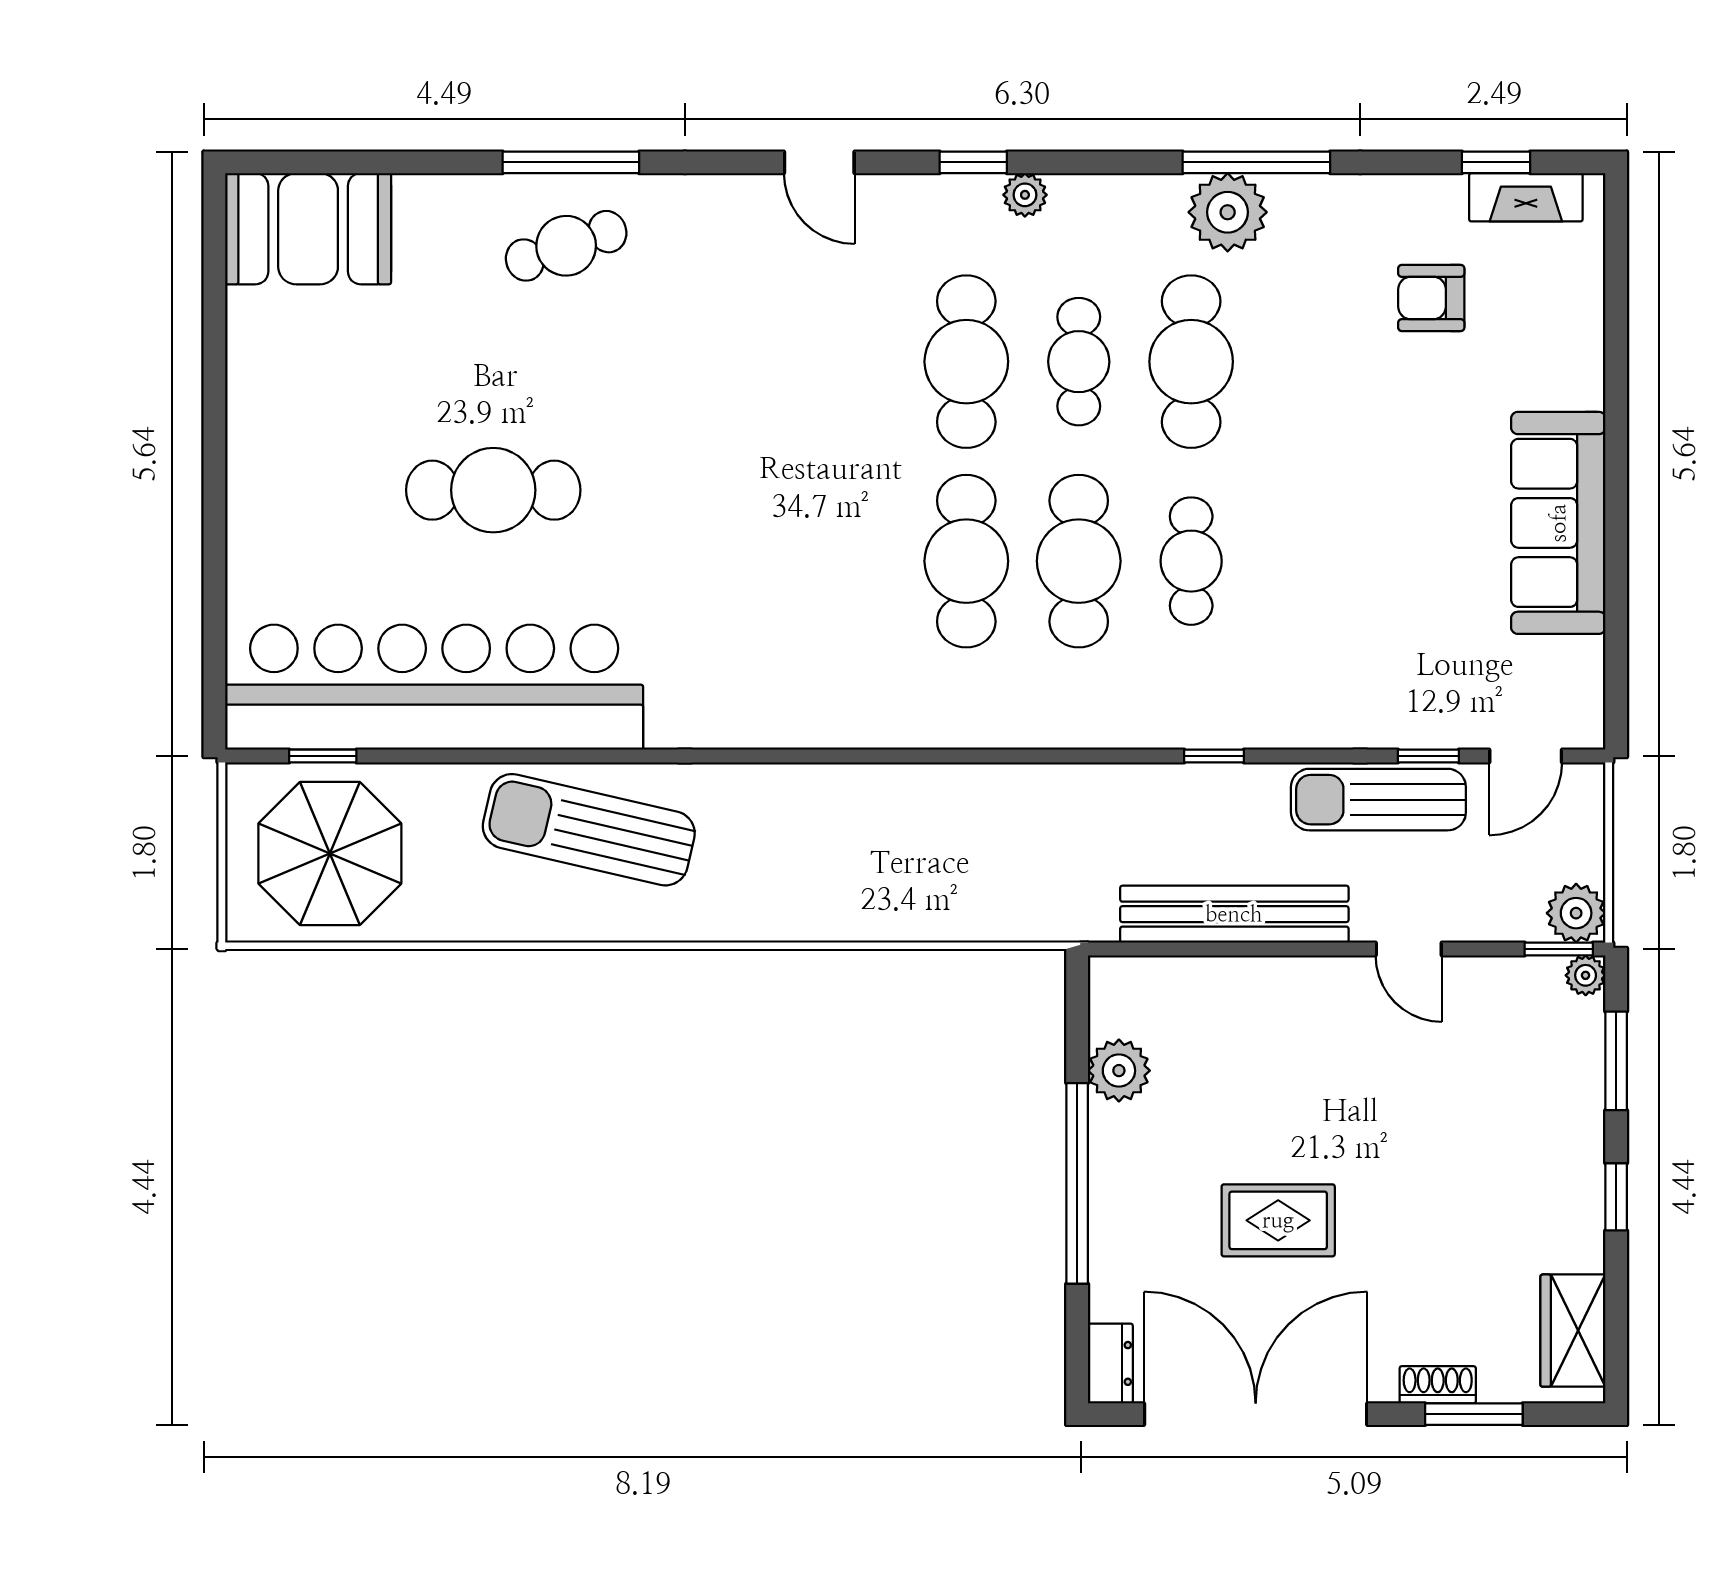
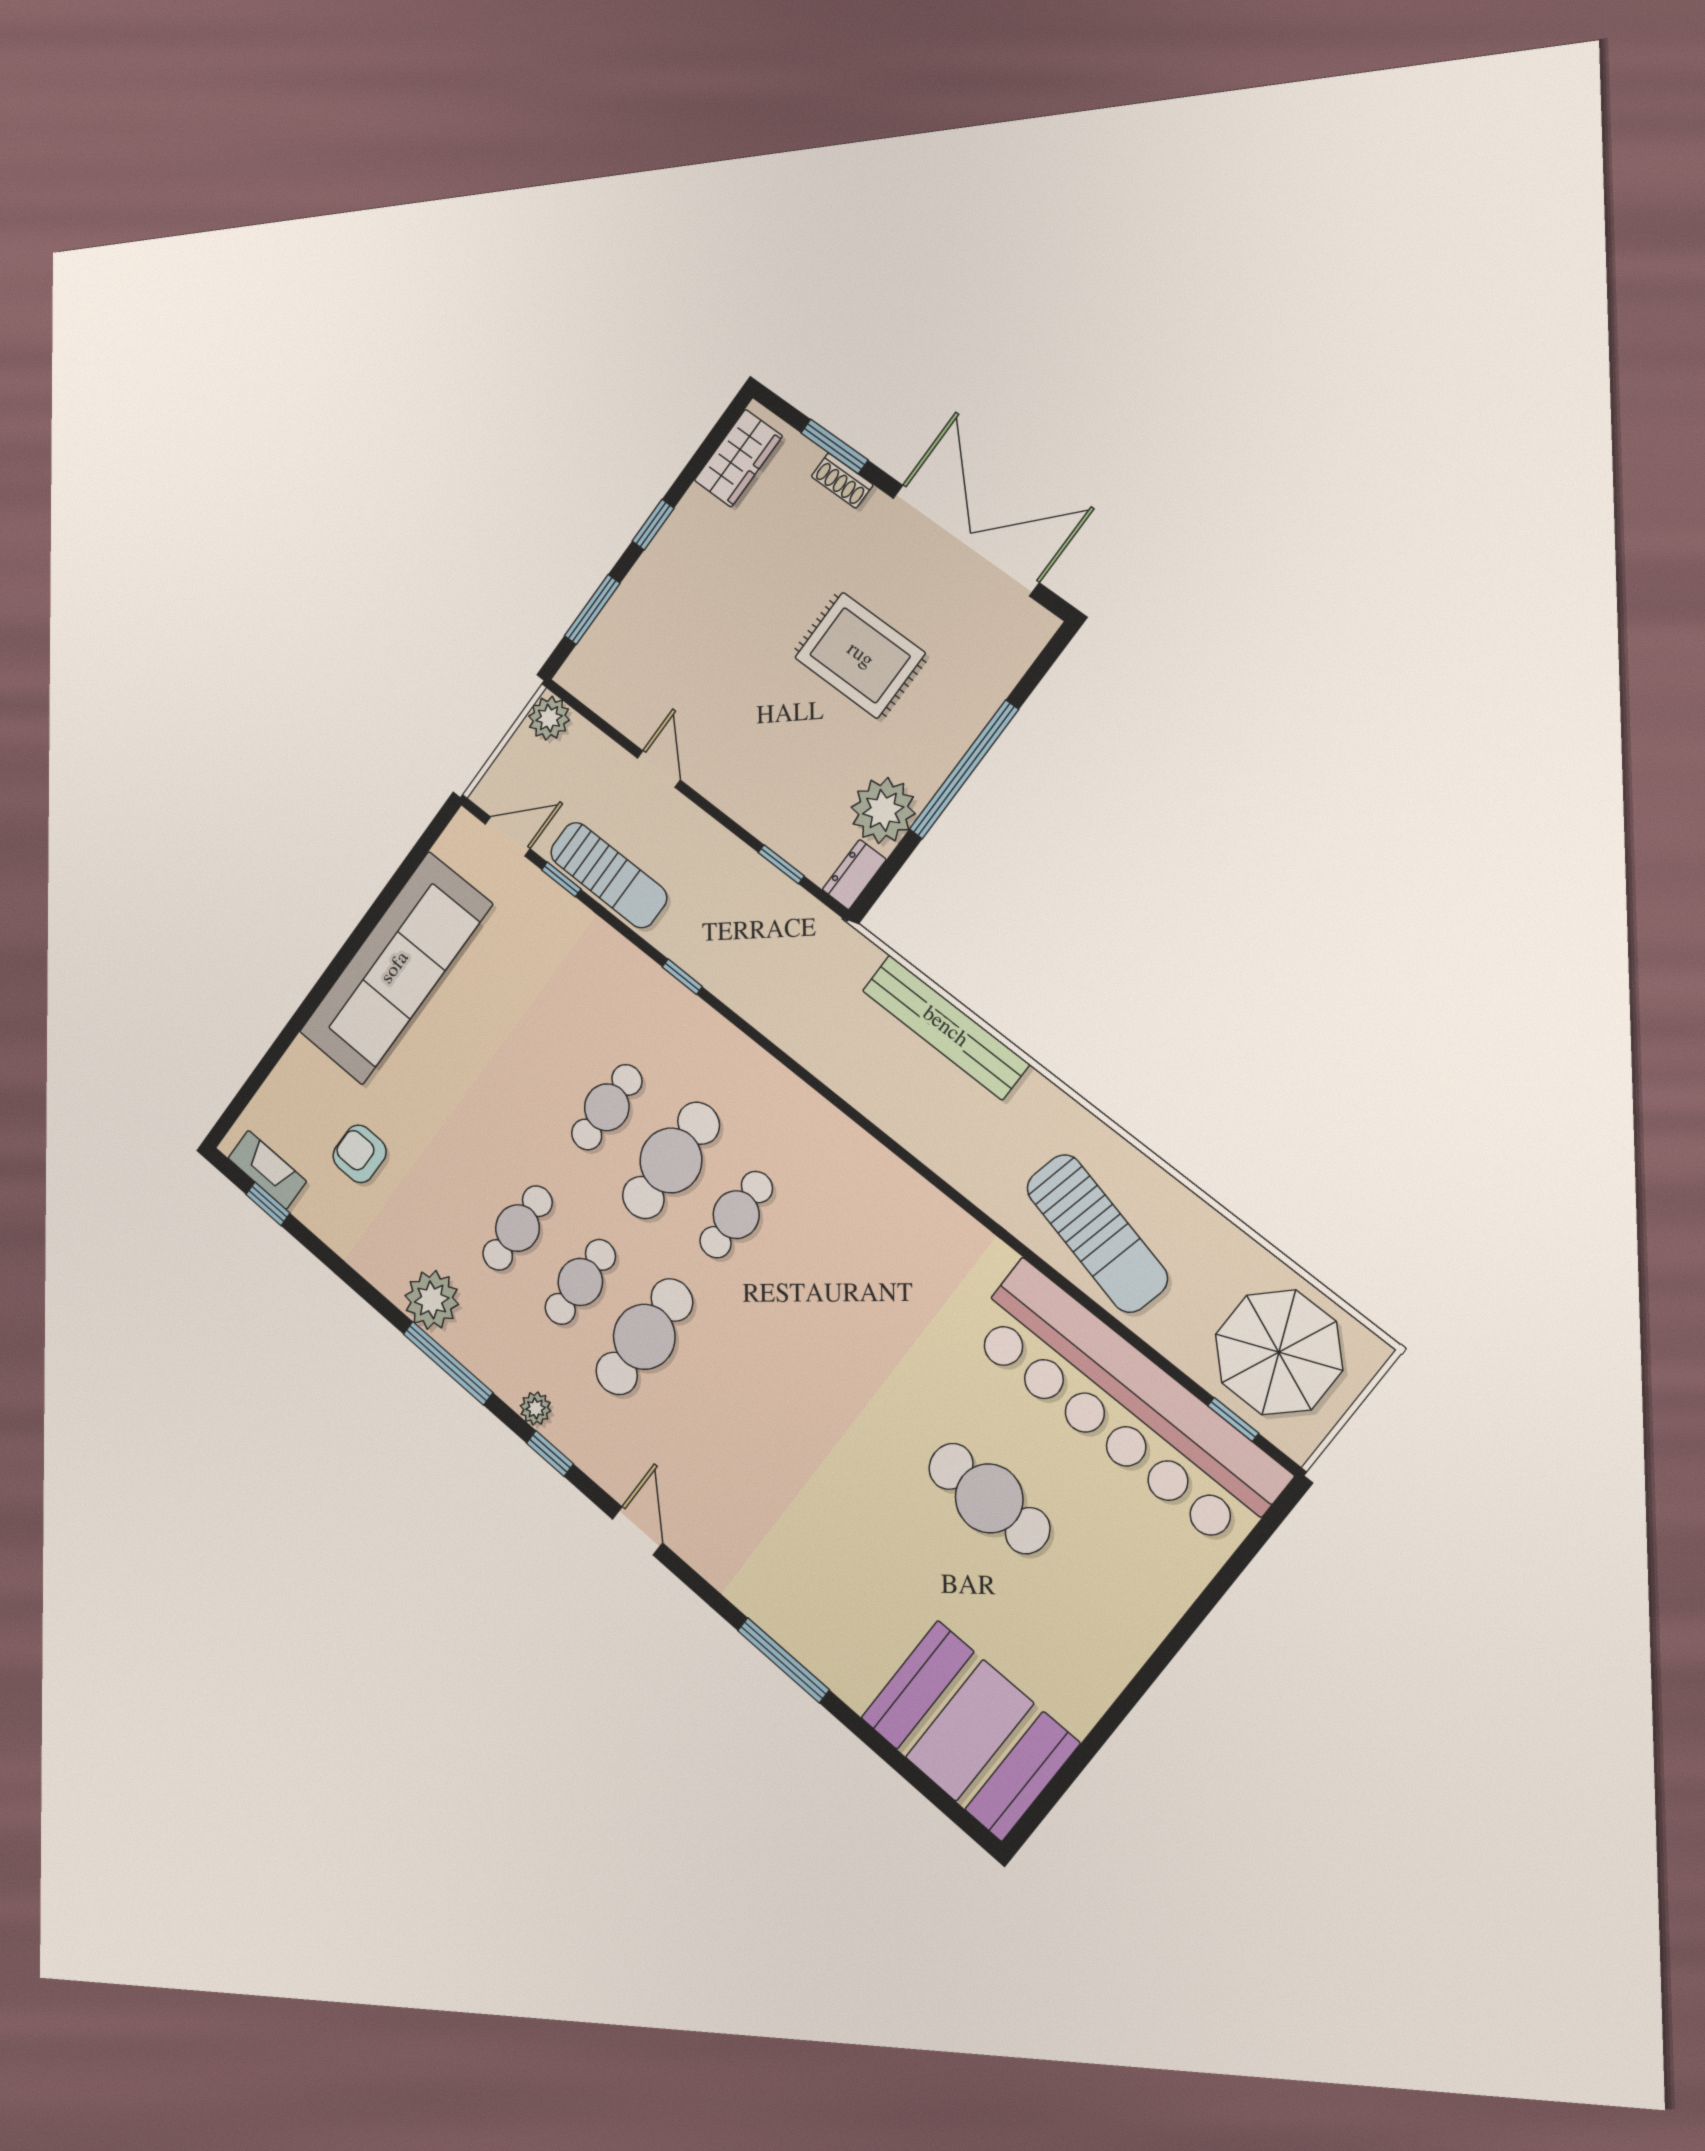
window: (1256, 162) -> (448, 1363), moved
booth: (308, 229) -> (970, 1730), width x1.36, depth x1.42
cafe table: (566, 246) -> (826, 1612), removed
armchair: (1431, 298) -> (360, 1154), turned 180
cafe table: (1191, 362) -> (517, 1228), width x0.73, depth x0.74
sofa: (1558, 523) -> (395, 968), width x1.36, depth x1.27
cafe table: (966, 561) -> (736, 1215), width x0.73, depth x0.74
bench: (1234, 914) -> (945, 1027), moved
window: (1559, 949) -> (781, 864), moved
plant: (1586, 975) -> (571, 676), removed
plant: (1119, 1071) -> (883, 810), width x1.36, depth x1.36
rug: (1278, 1220) -> (860, 655), width x1.36, depth x1.43
dresser: (1110, 1363) -> (854, 875), moved
double door: (1256, 1414) -> (965, 540), swing flipped

